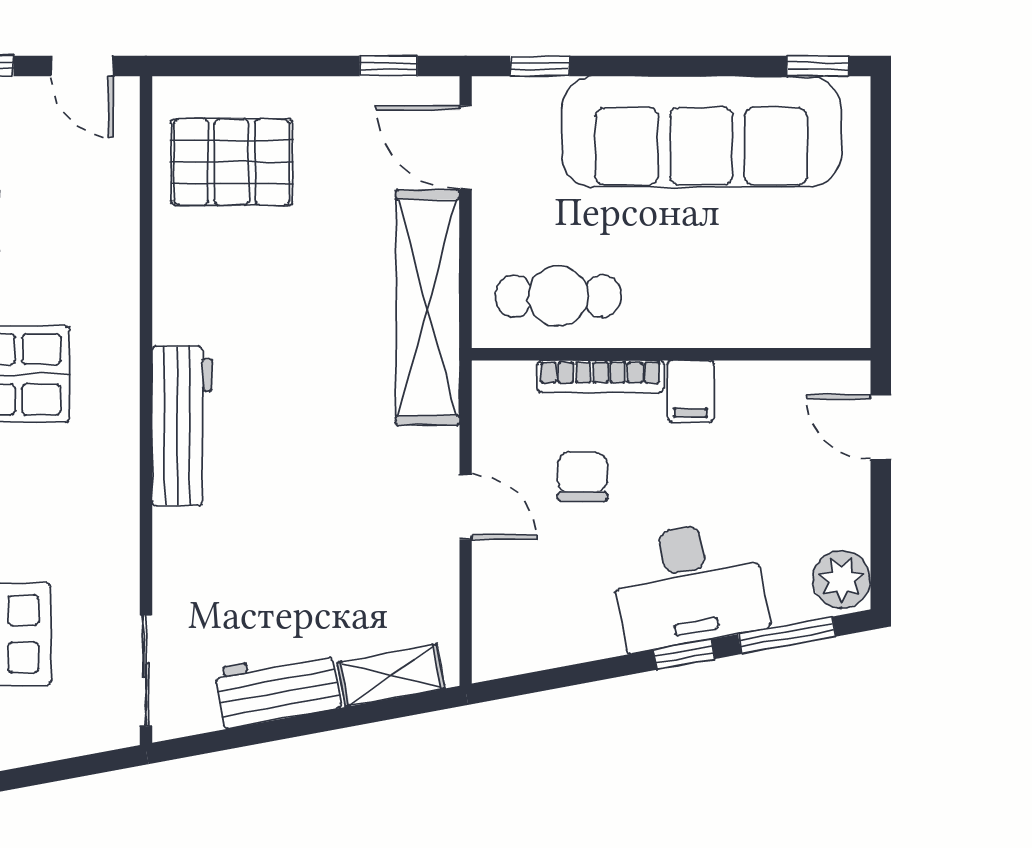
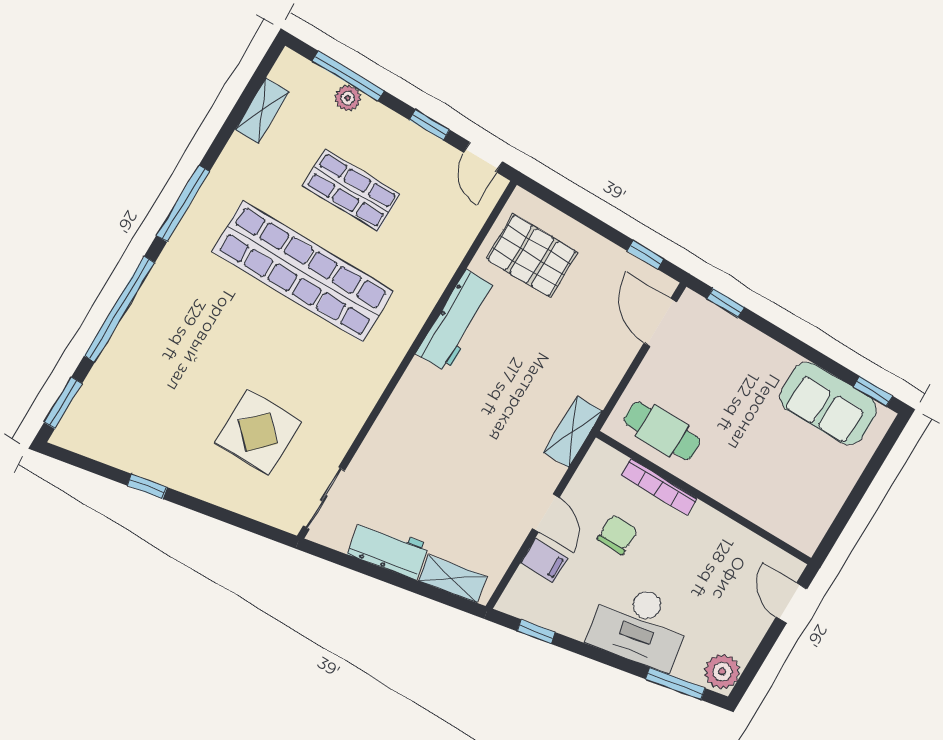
sofa: (701, 132) -> (828, 403), width x0.54, depth x0.79
shelving: (428, 307) -> (573, 432), width x0.45, depth x0.75
filing cabinet: (691, 391) -> (544, 560), moved, turned -90
workbench: (182, 426) -> (457, 321), moved
window: (684, 654) -> (536, 632), moved

